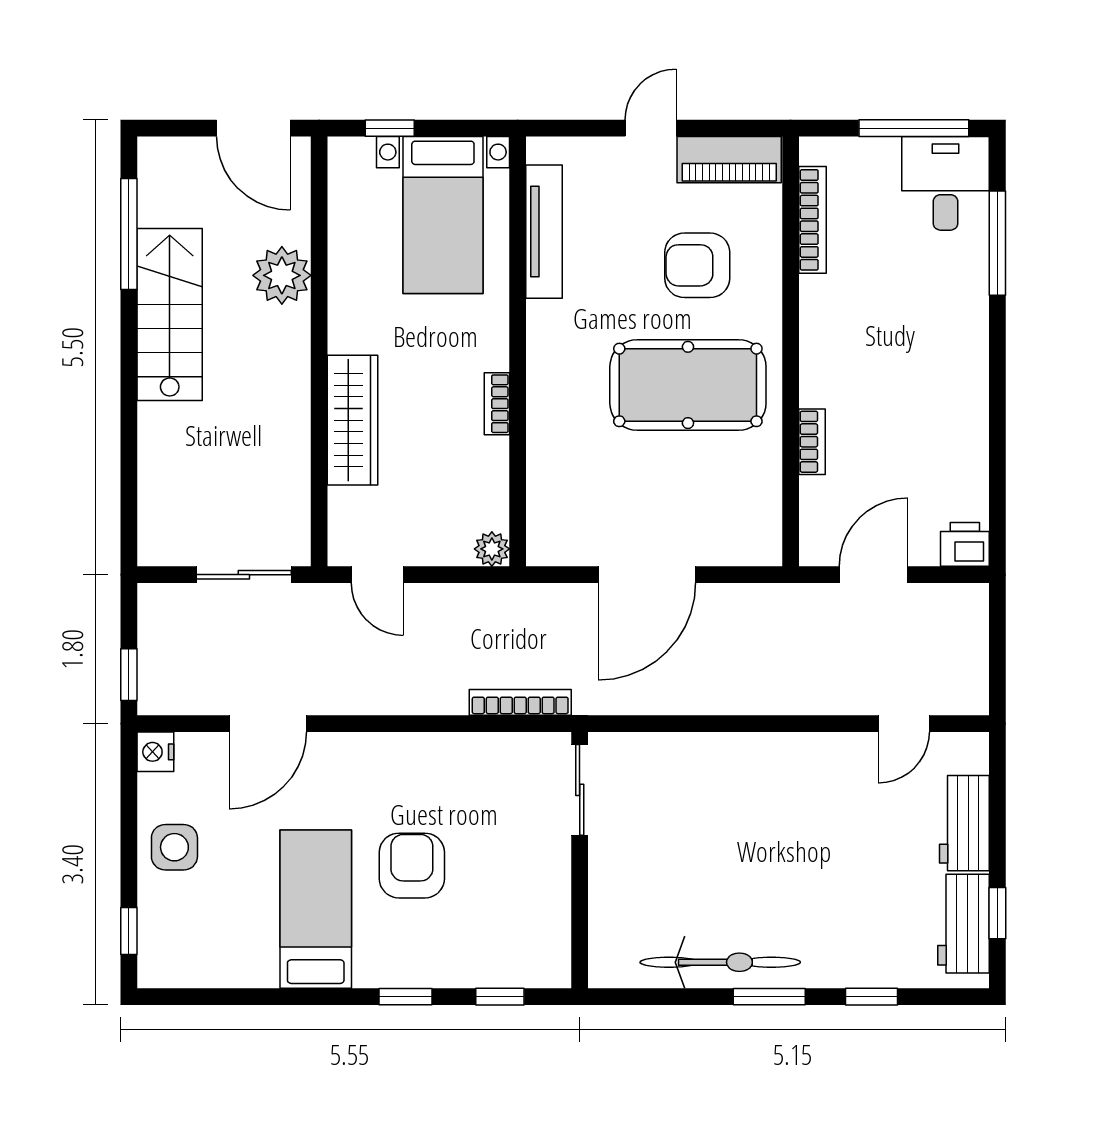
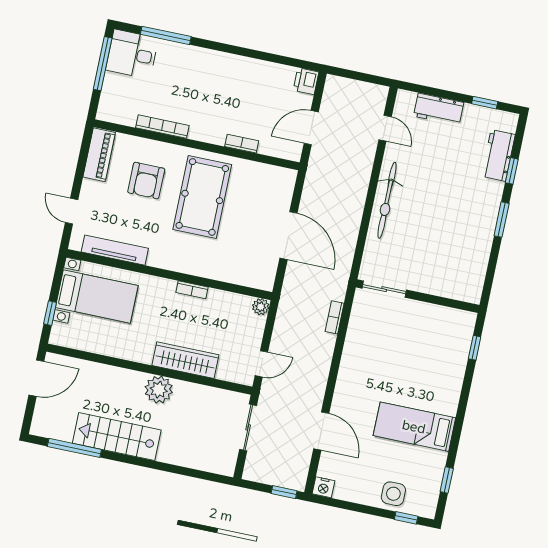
door: (651, 128) -> (72, 211), moved
bookcase: (813, 220) -> (162, 127), moved
plant: (282, 275) -> (159, 390), moved
door: (874, 575) -> (311, 128), hinge flipped
bookcase: (520, 702) -> (335, 317), width x0.64
side table: (174, 847) -> (393, 494), moved
armchair: (412, 866) -> (403, 377), removed
workbench: (964, 924) -> (498, 155), moved, turned 90
bicycle: (720, 962) -> (387, 200), moved, turned 180
window: (405, 997) -> (447, 480), moved

